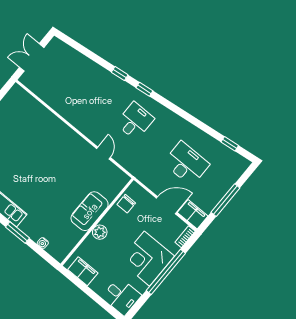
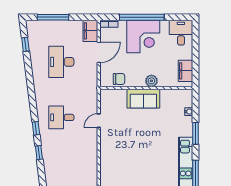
window: (225, 200) -> (53, 17), moved
door: (166, 205) -> (99, 52), swing flipped

